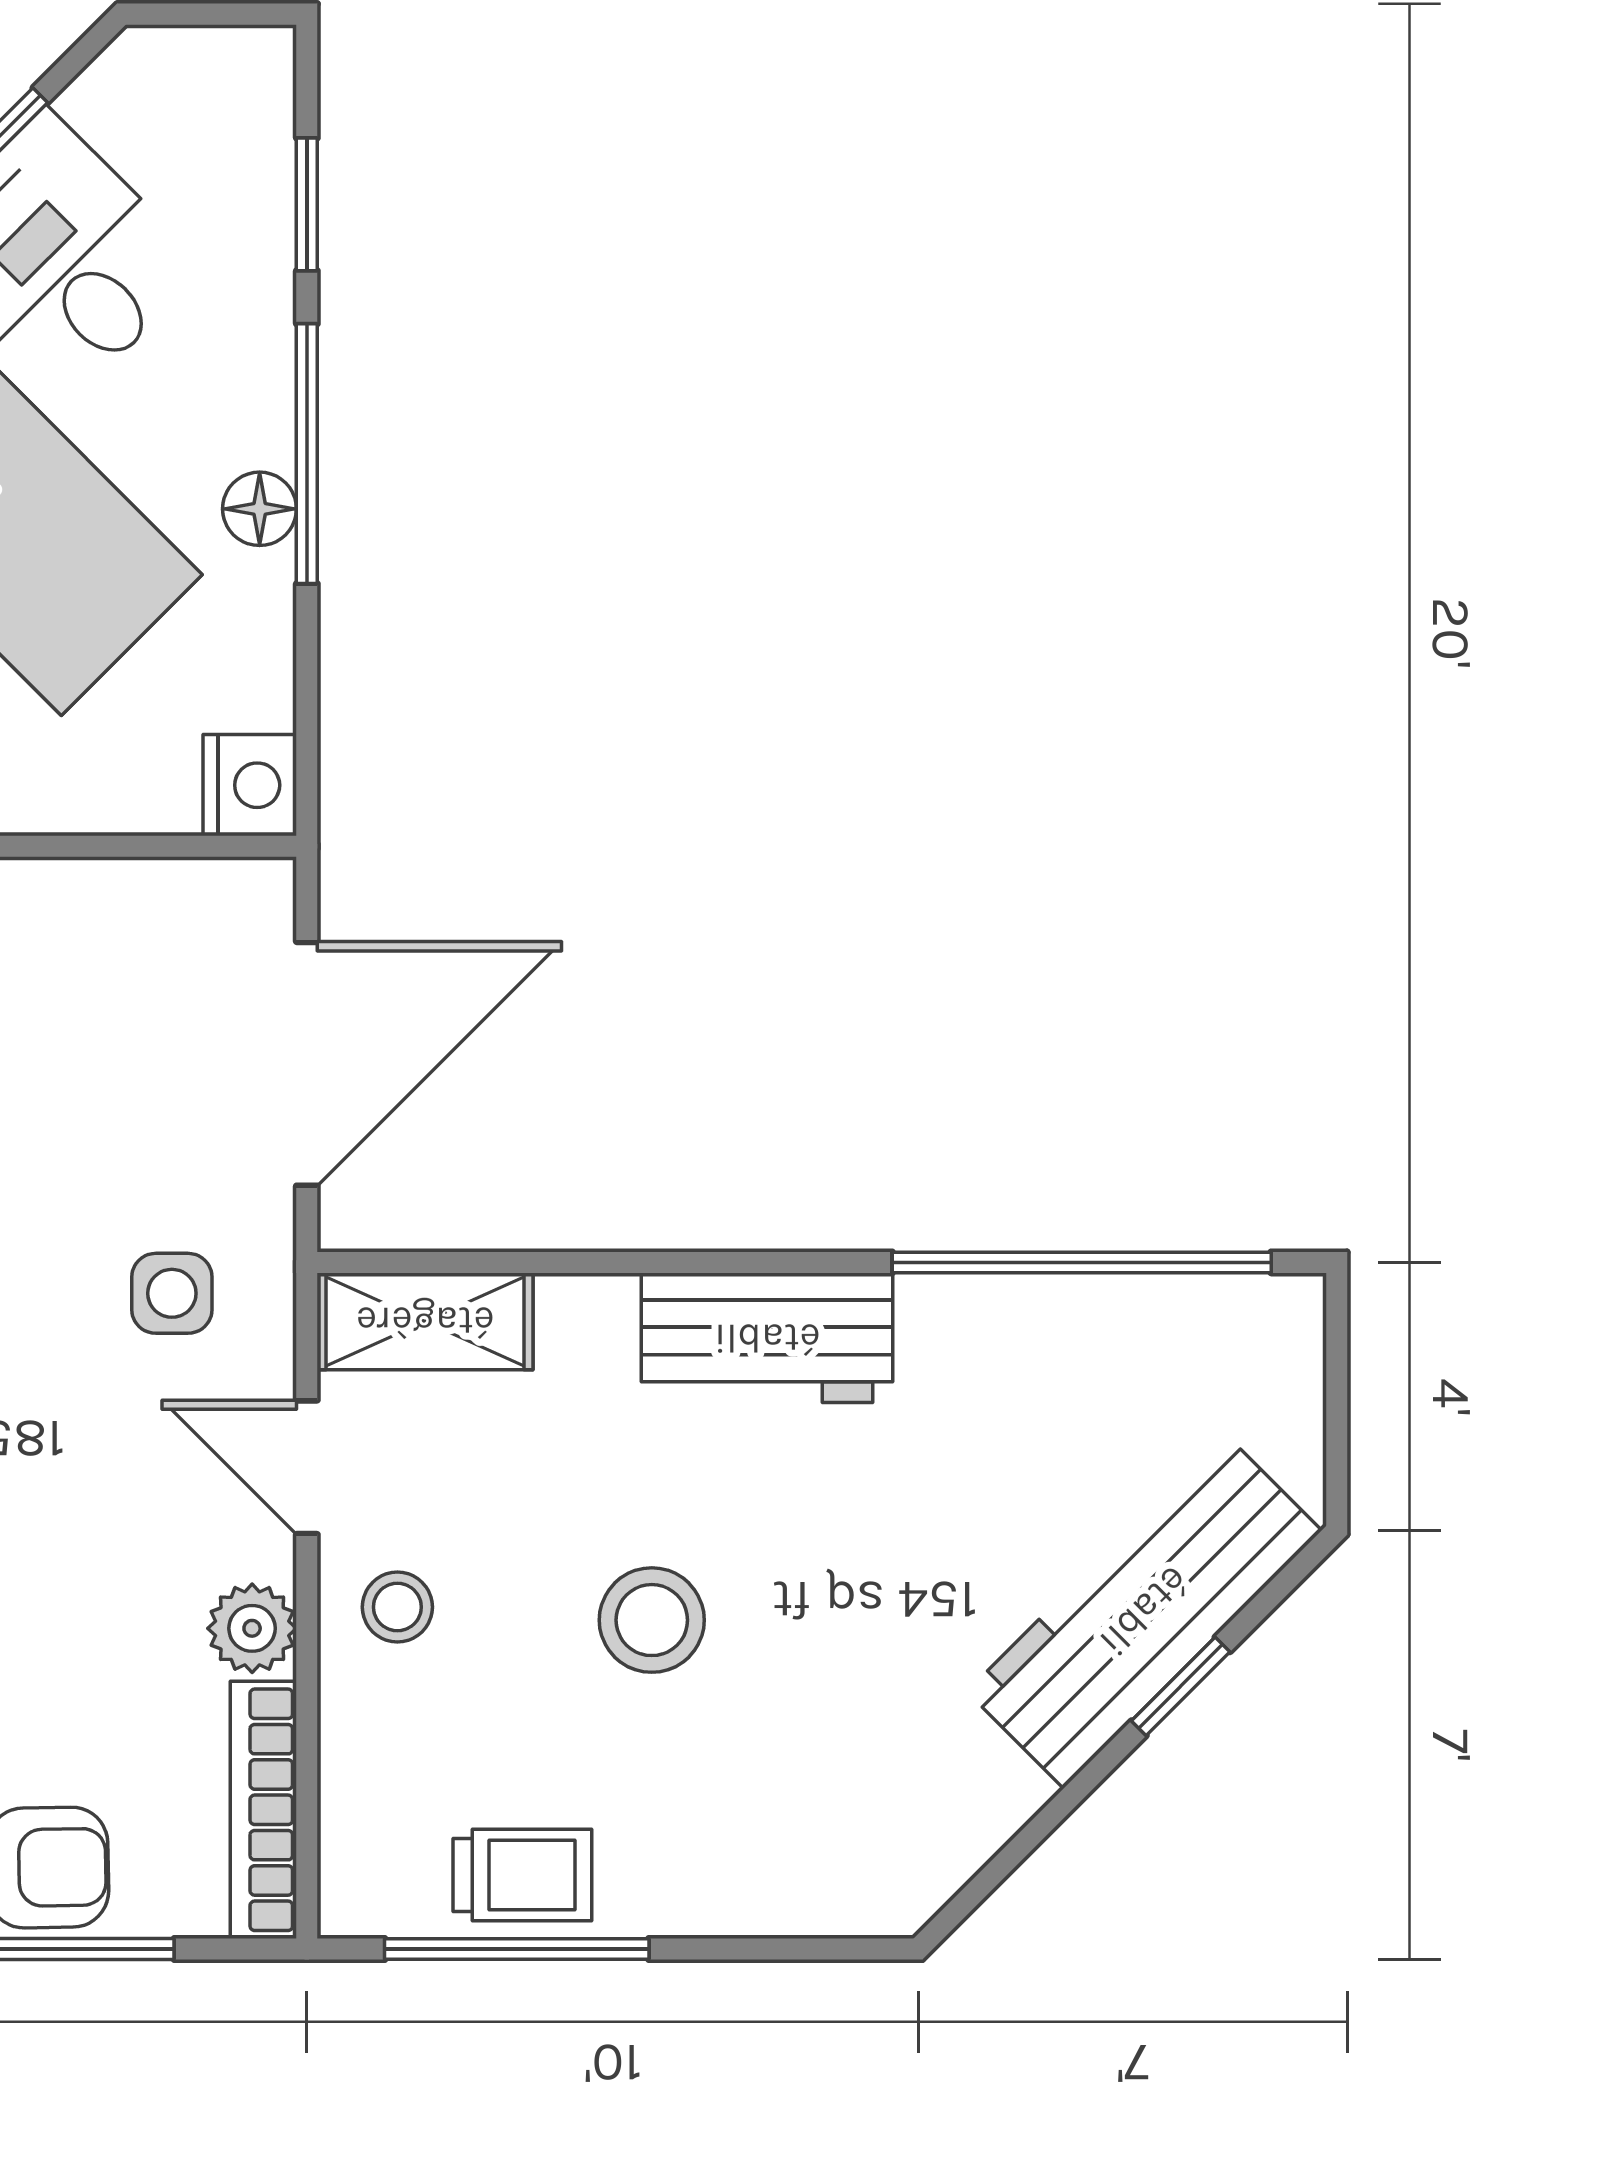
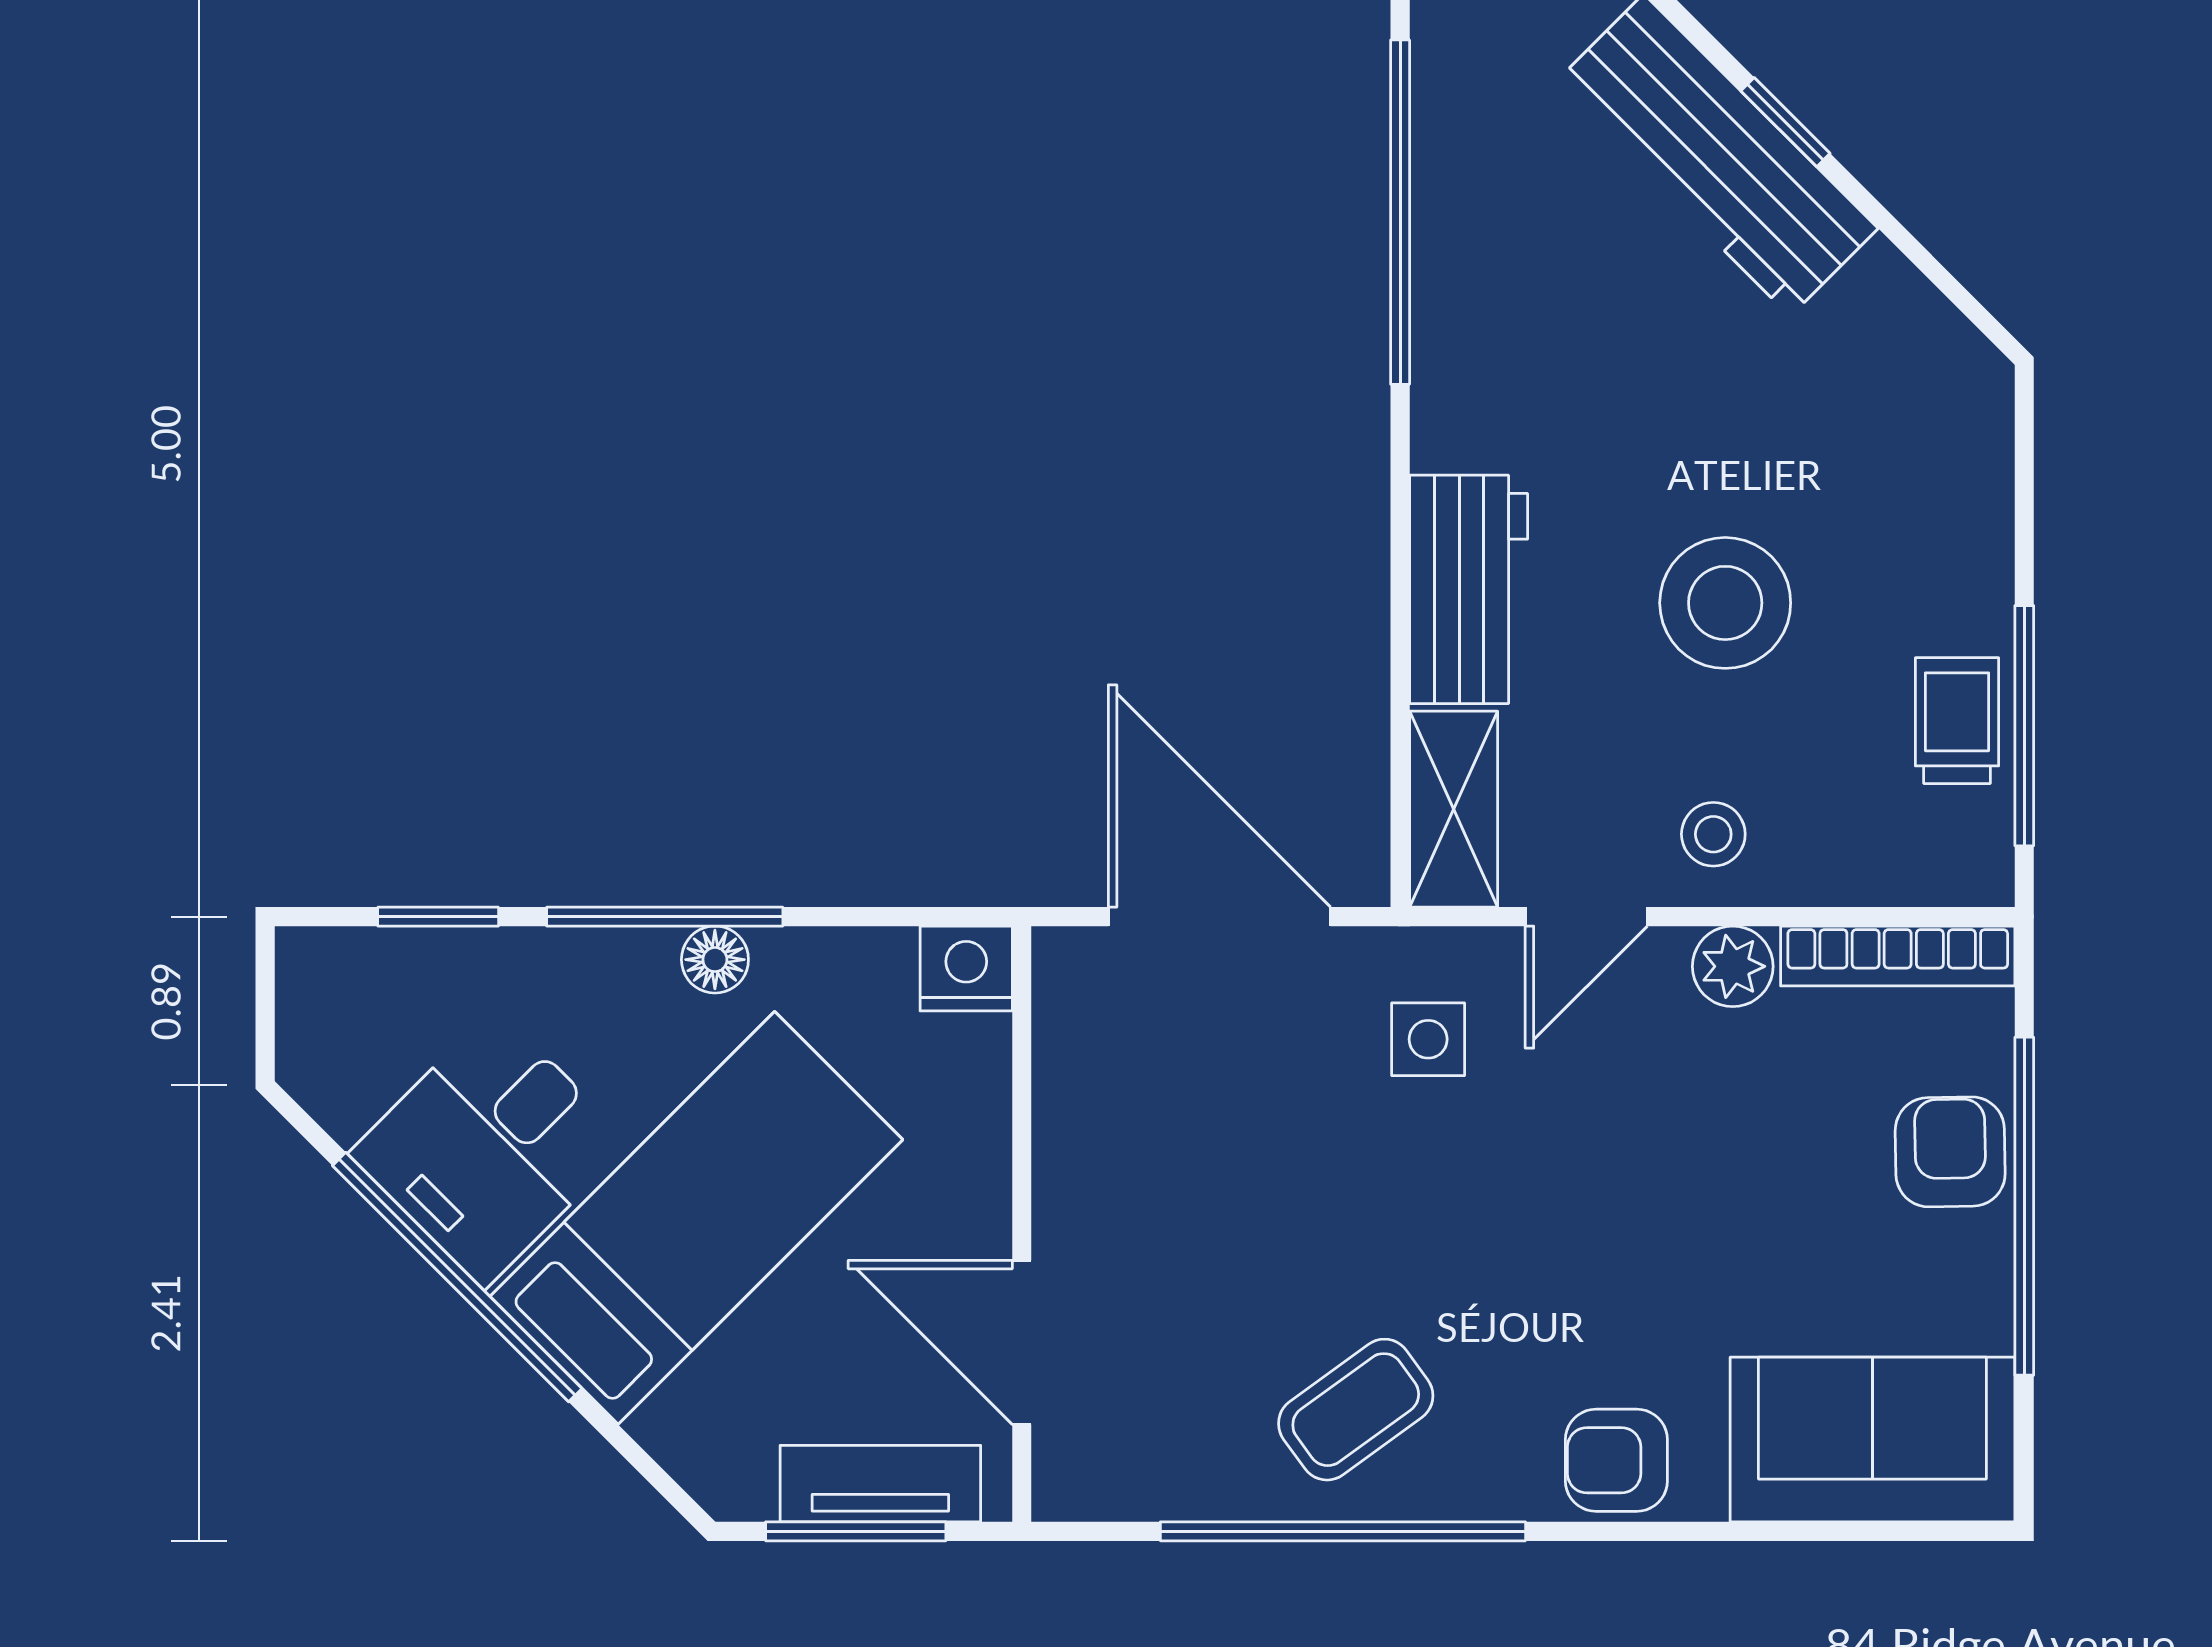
workbench: (767, 1338) -> (1469, 589), moved
stool: (652, 1620) -> (1725, 603), width x1.38, depth x1.38

